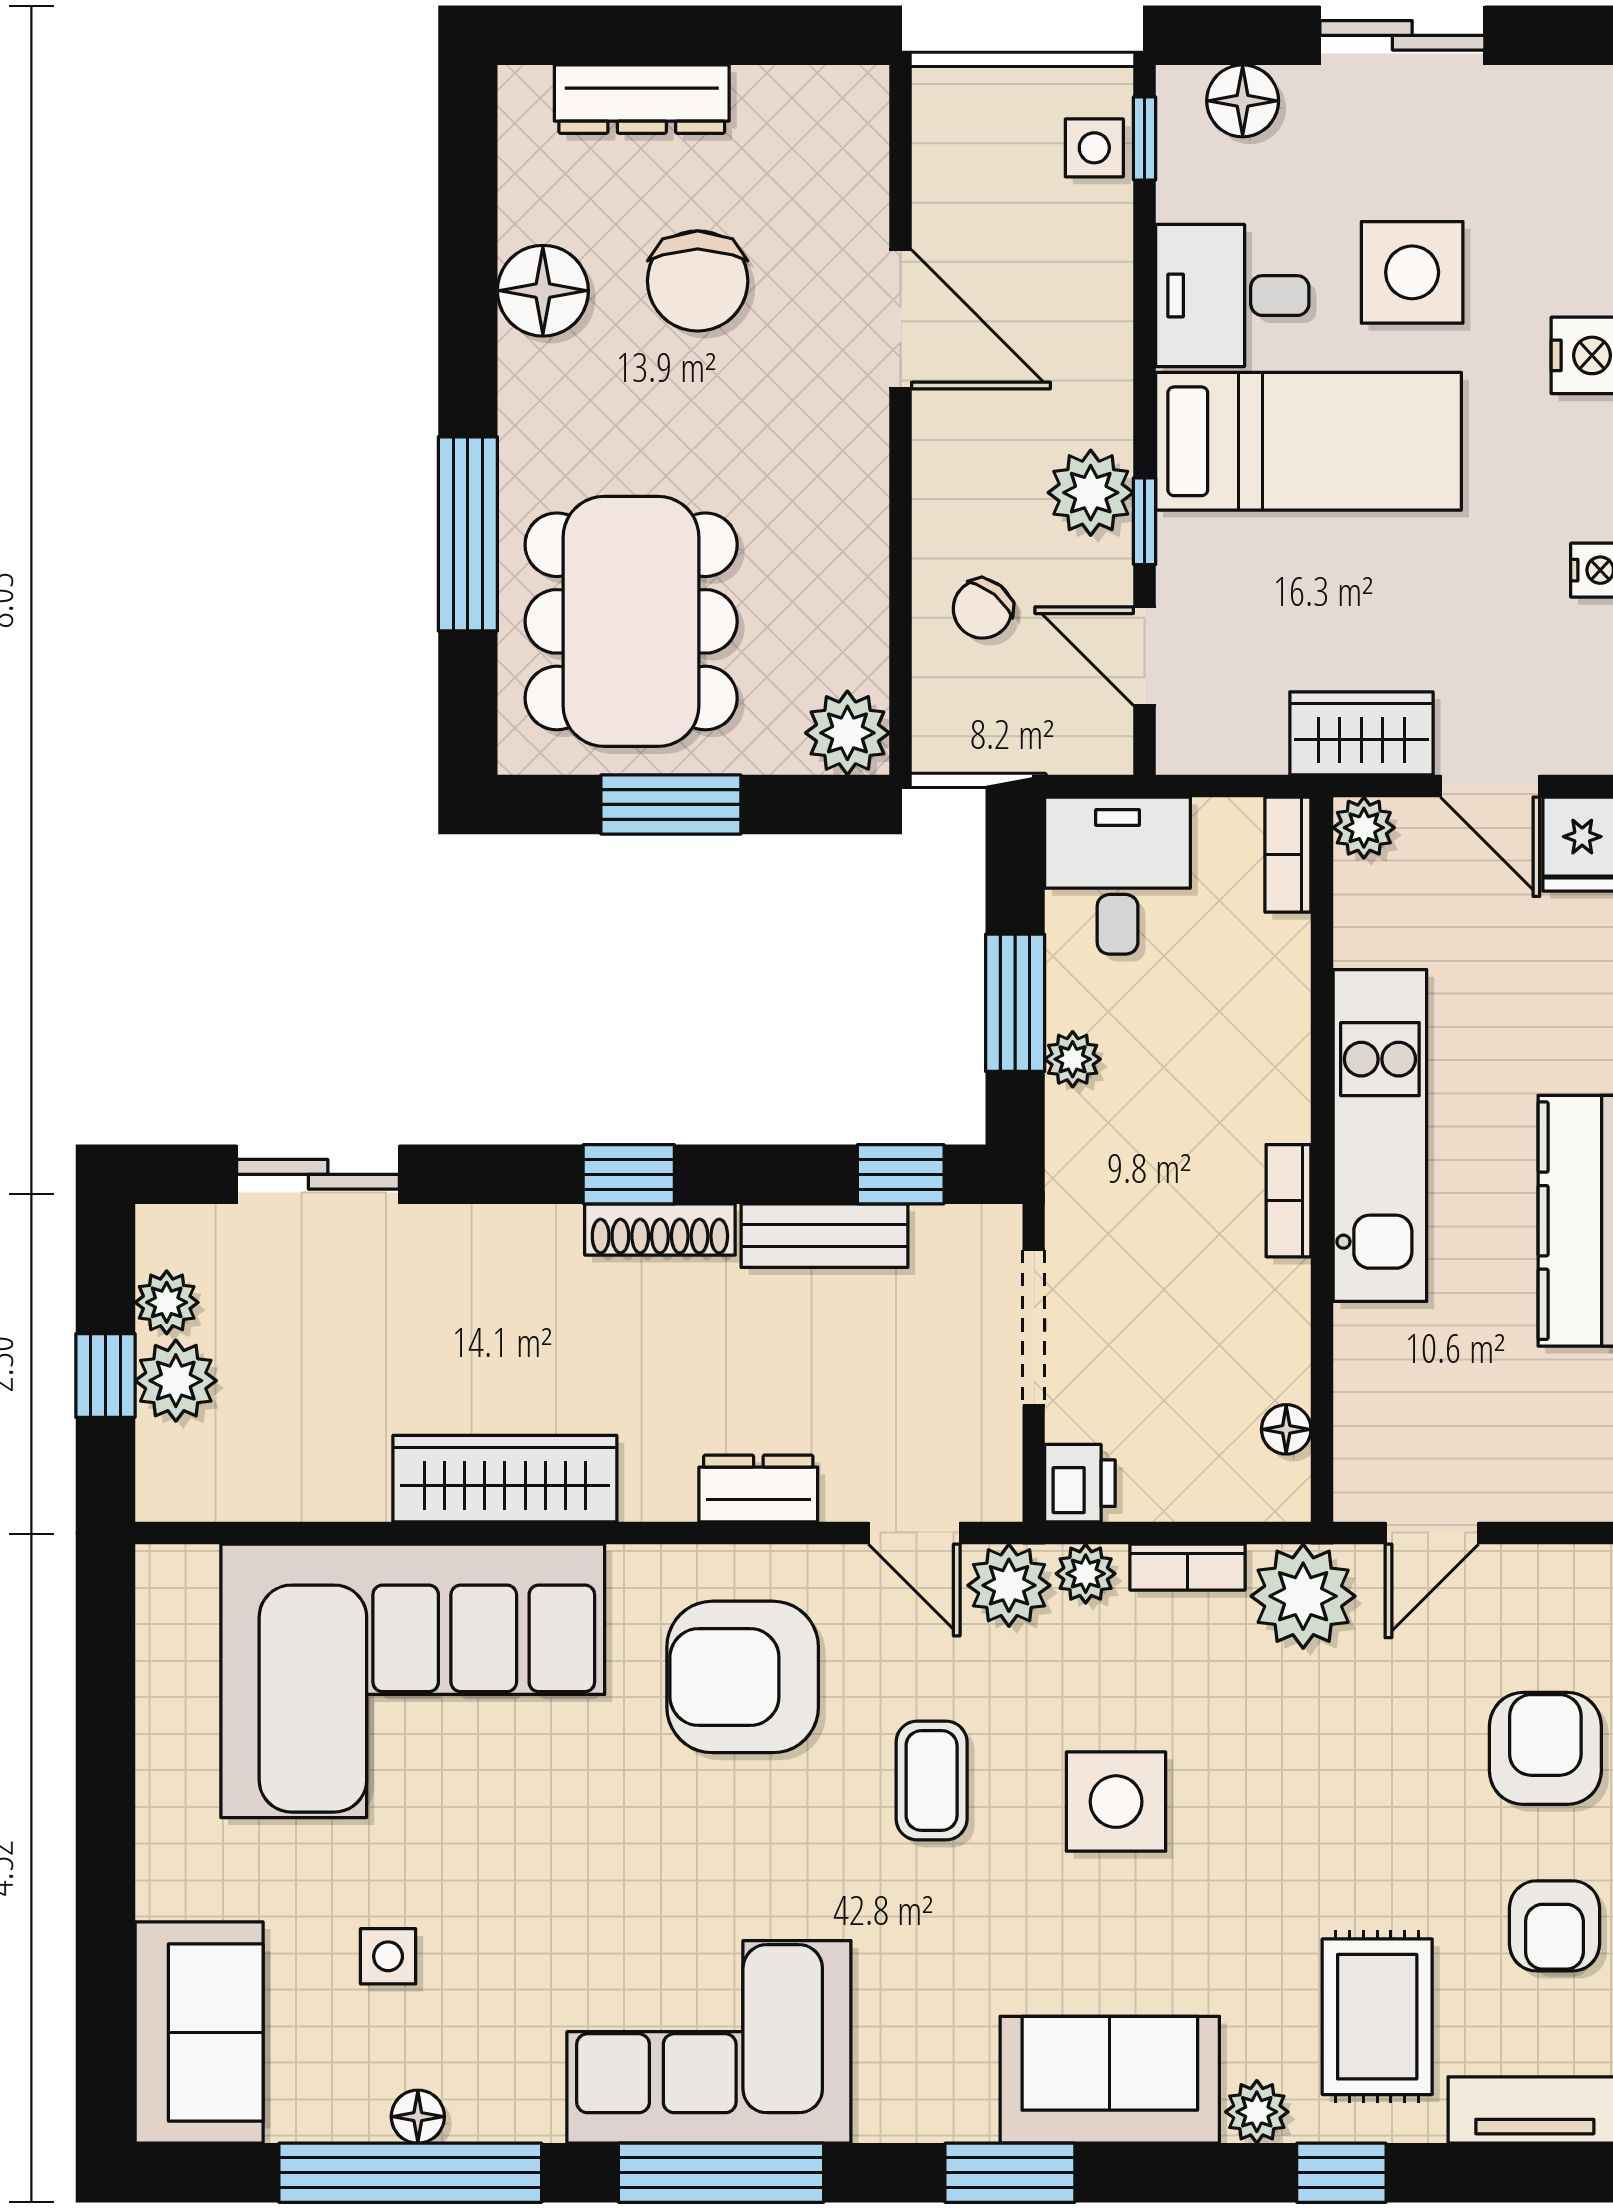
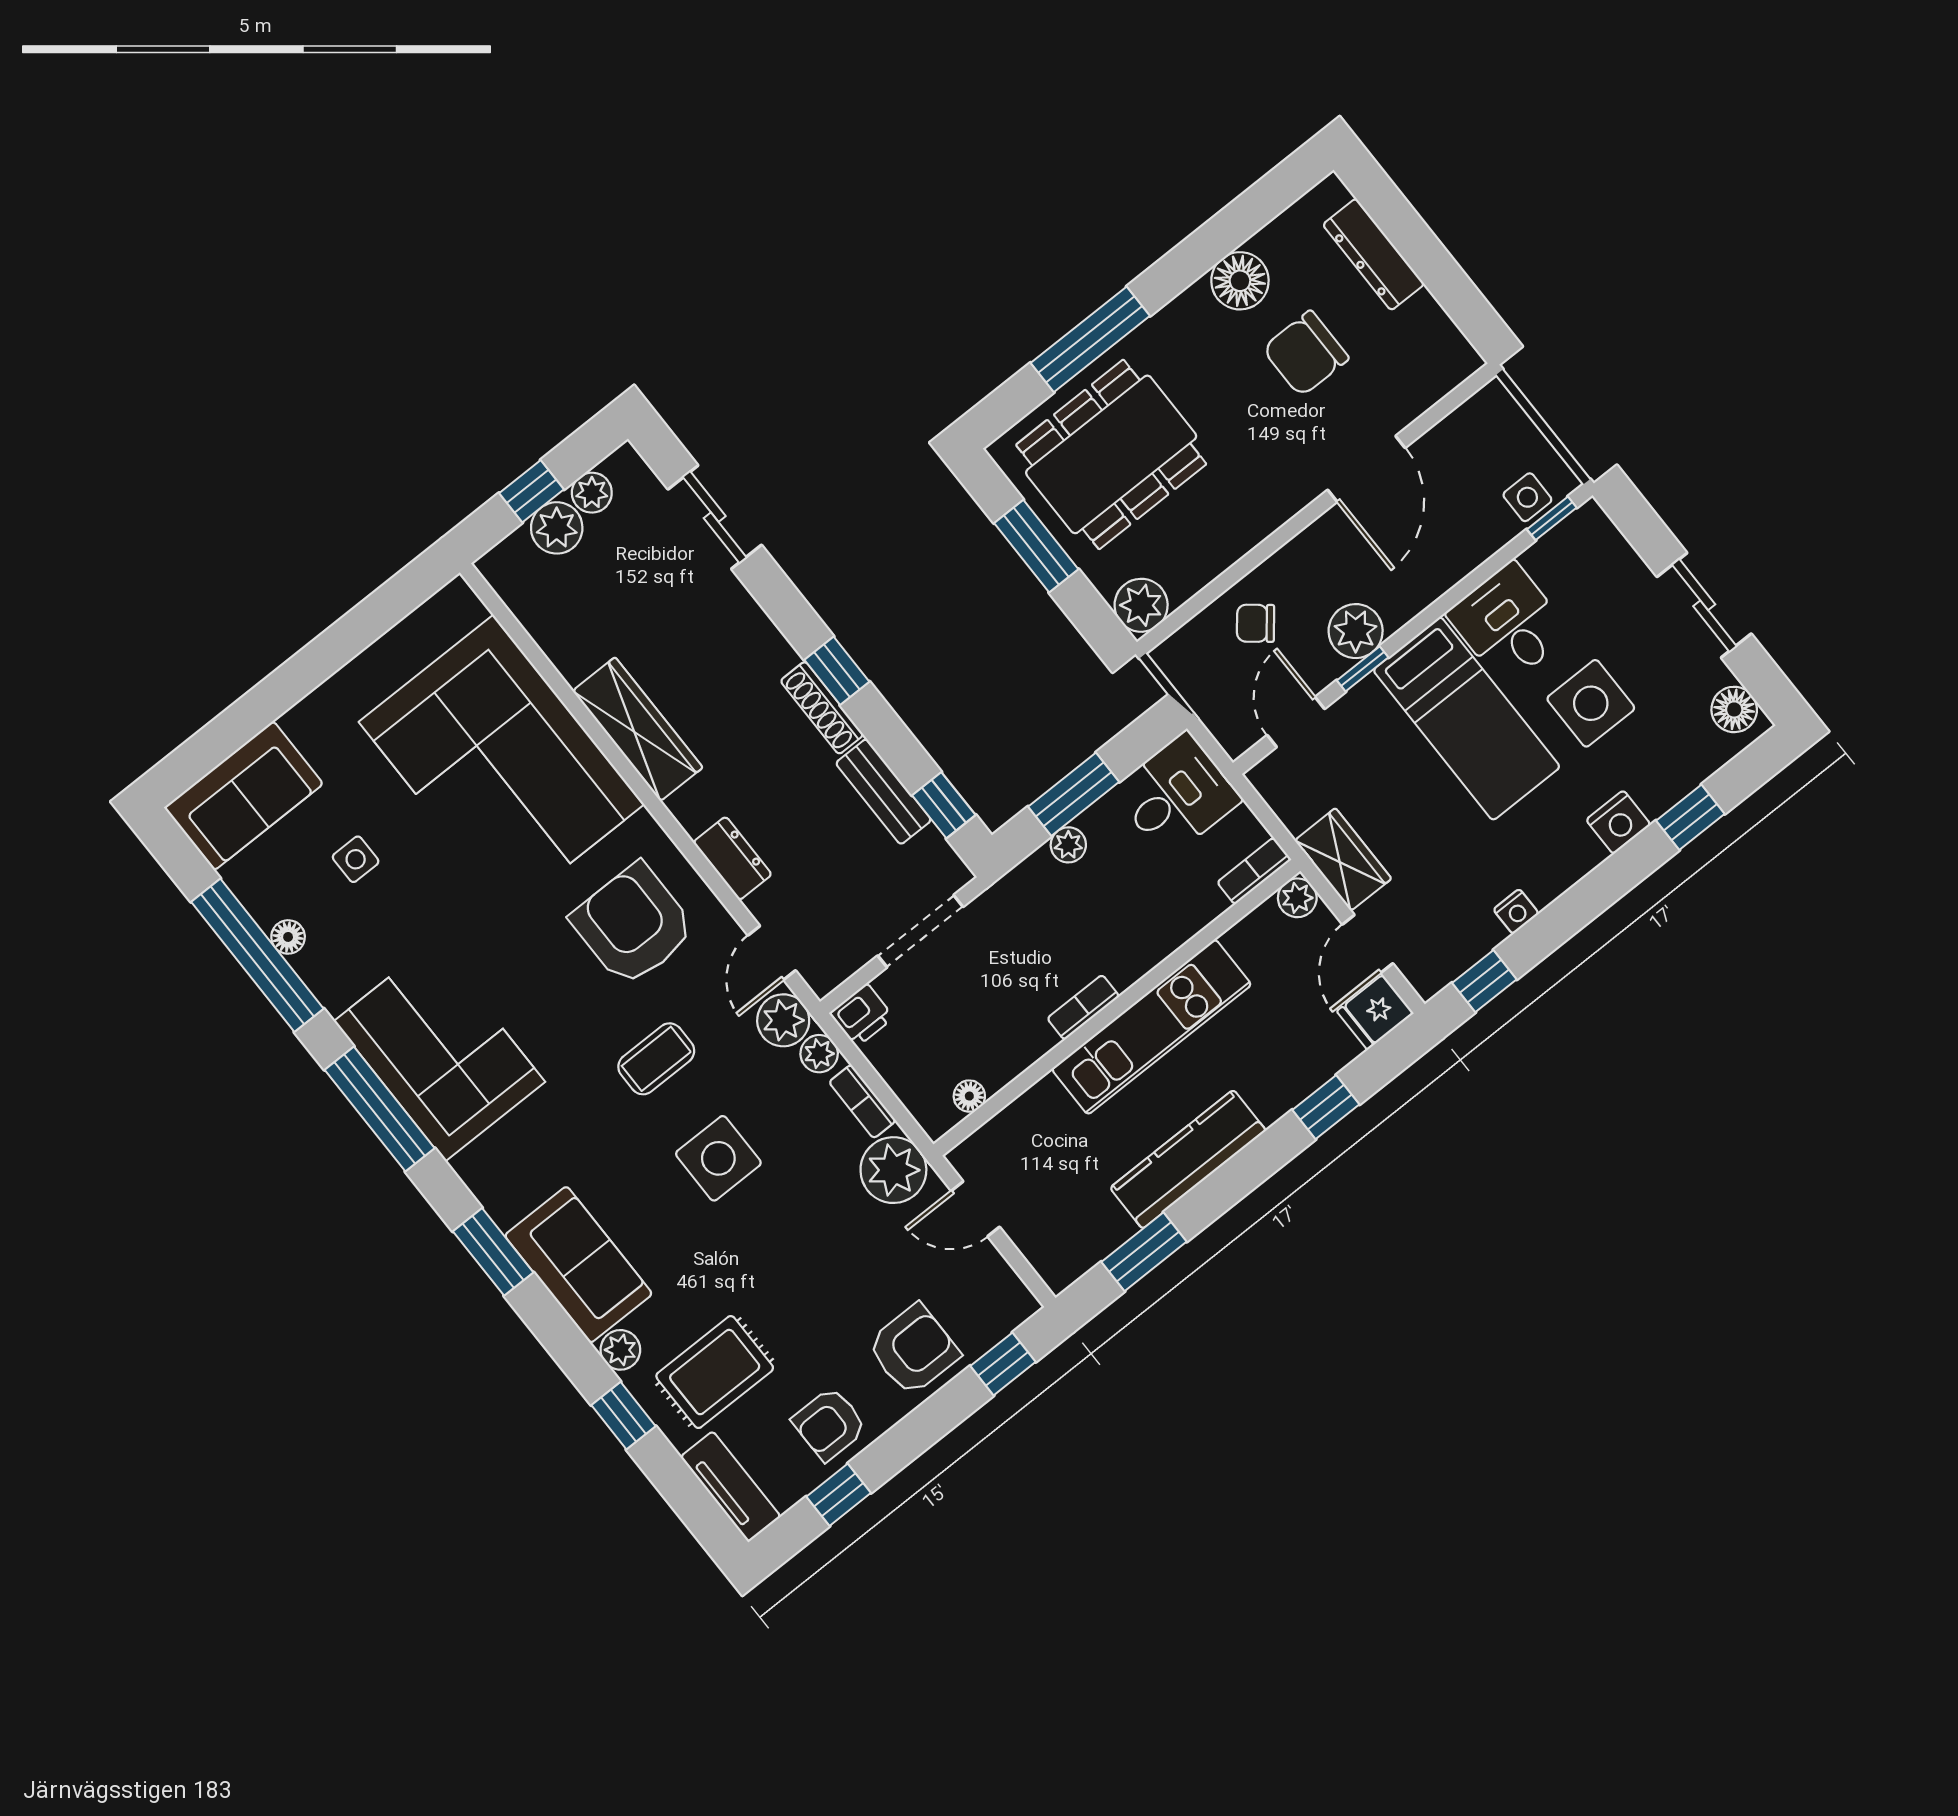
floor lamp: (1243, 101) -> (1734, 709), moved

